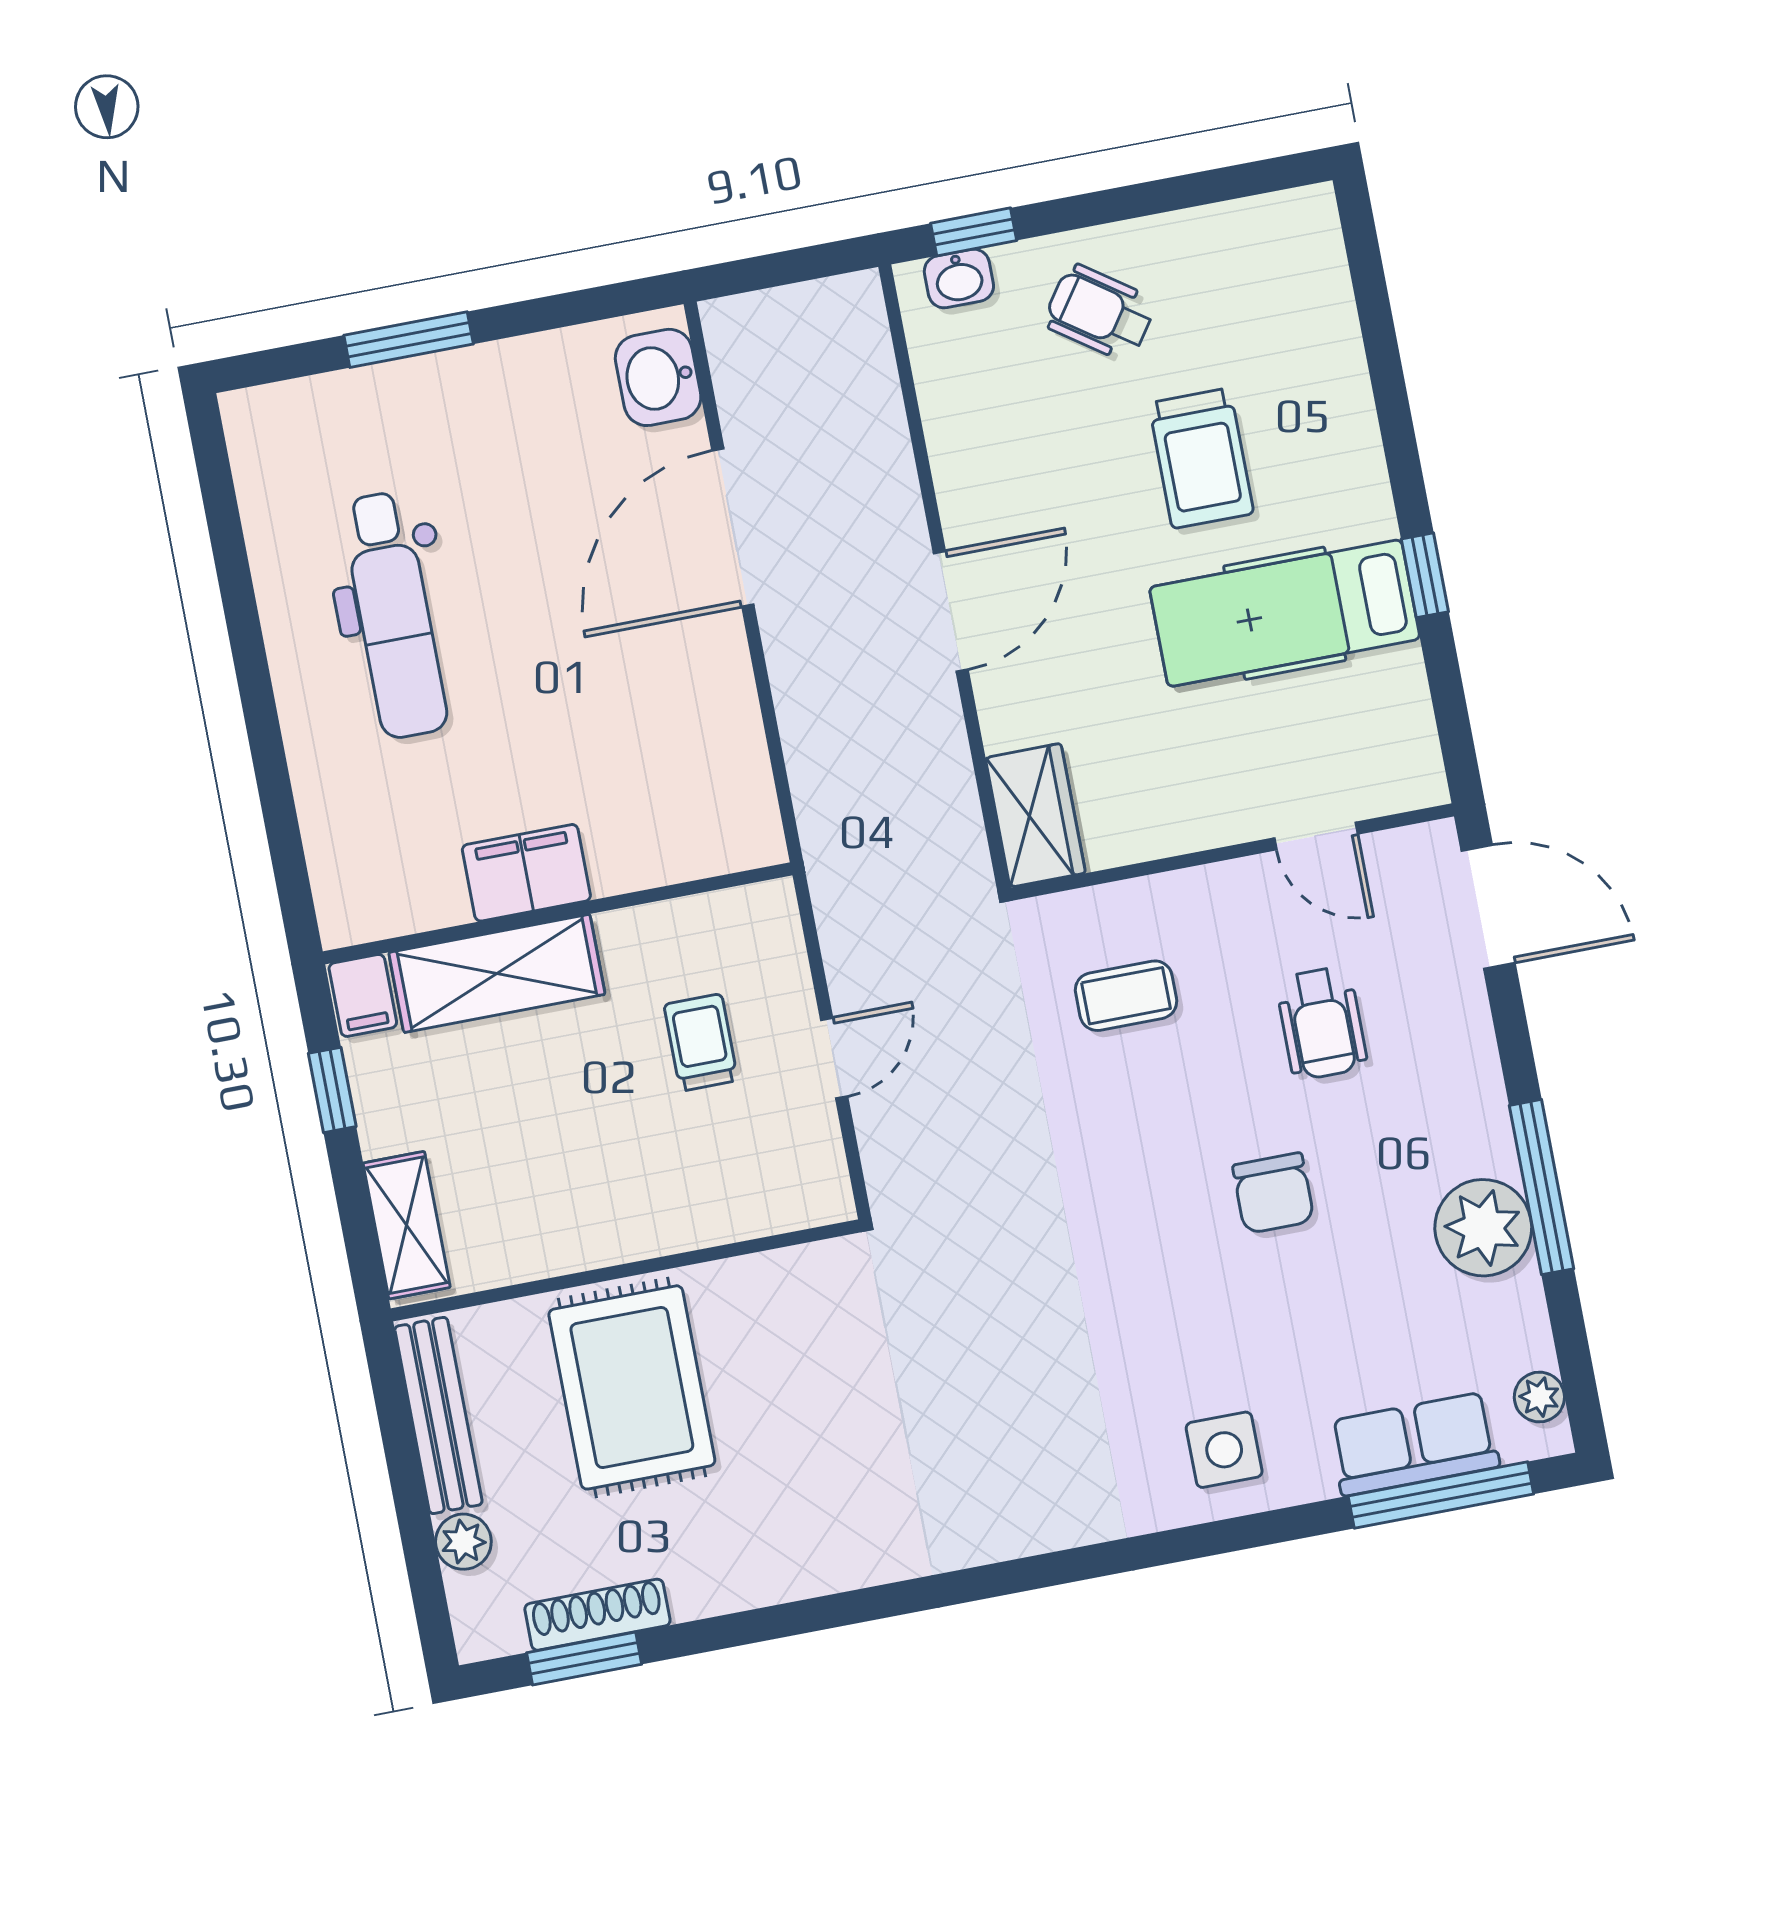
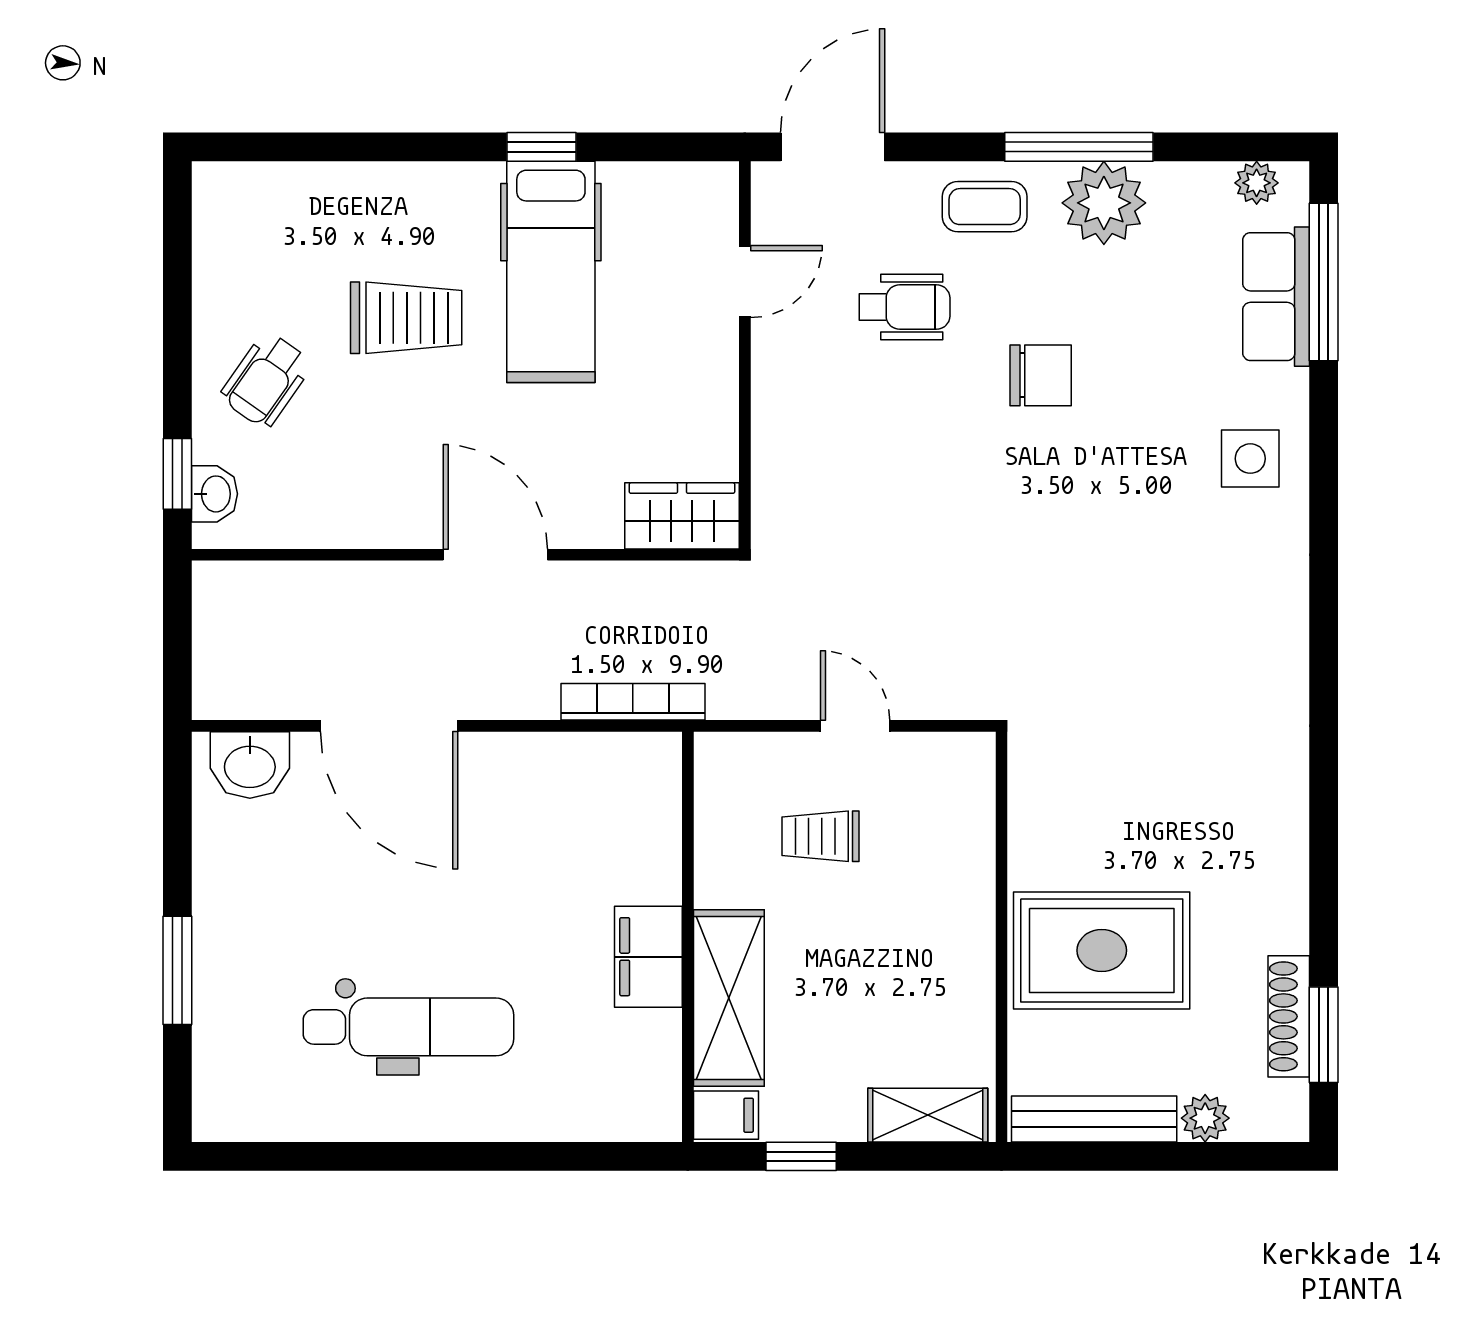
bookcase: (813, 800) -> (633, 702), added
coffee table: (1126, 996) -> (985, 207), moved, turned 90

